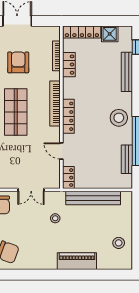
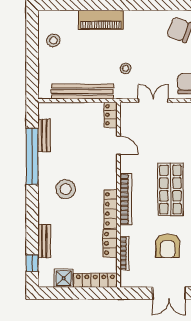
bench: (127, 72) -> (44, 241), width x0.73
locker: (68, 116) -> (111, 209), moved
stool: (119, 118) -> (66, 189), moved

